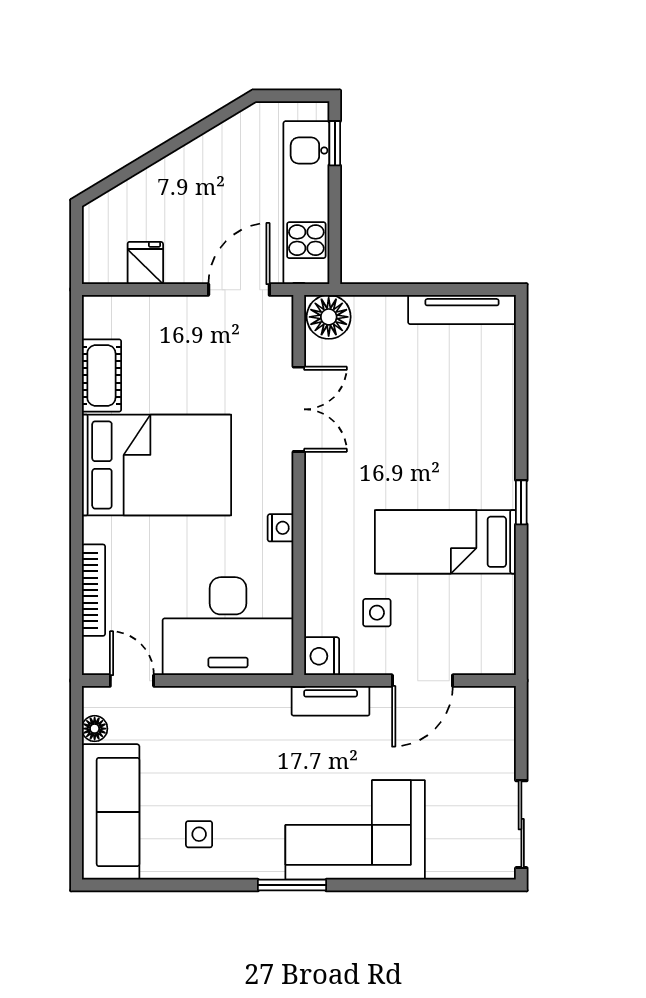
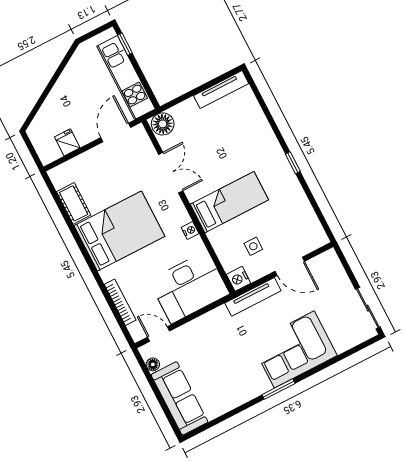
bed: (445, 542) -> (229, 202), moved, turned 180
door: (422, 681) -> (290, 266), hinge flipped
tv unit: (331, 701) -> (253, 297), width x1.41
side table: (199, 834) -> (225, 388), removed

